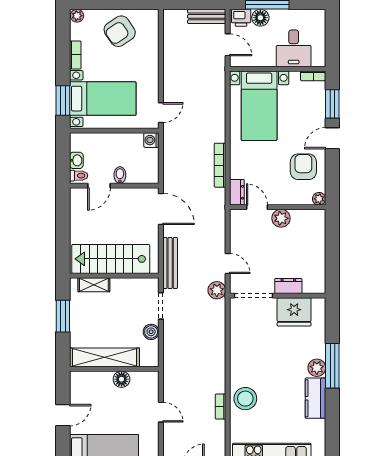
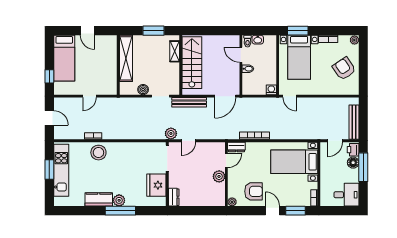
bench: (207, 16) -> (354, 122), width x1.36
desk: (294, 48) -> (346, 195), moved, turned 180
dresser: (288, 286) -> (174, 197), moved
floor lamp: (122, 379) -> (111, 70), removed

